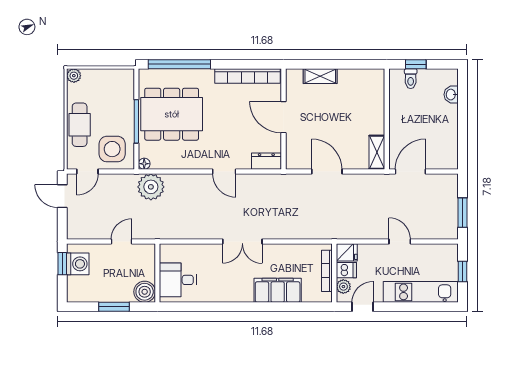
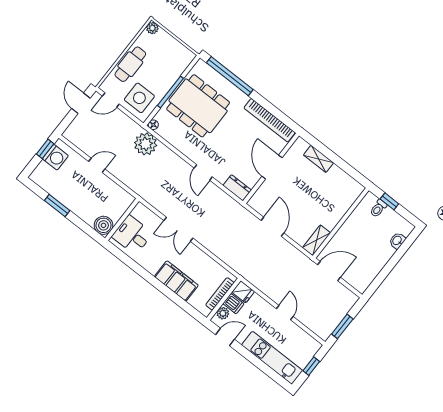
wall: (157, 273) -> (122, 219), moved
desk: (178, 280) -> (132, 235), moved
boiler: (145, 292) -> (103, 225), moved

